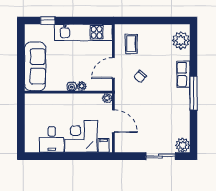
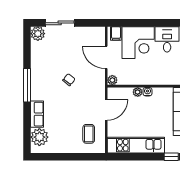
row of seats: (183, 74) -> (37, 114), moved
chair: (140, 77) -> (69, 80), moved

